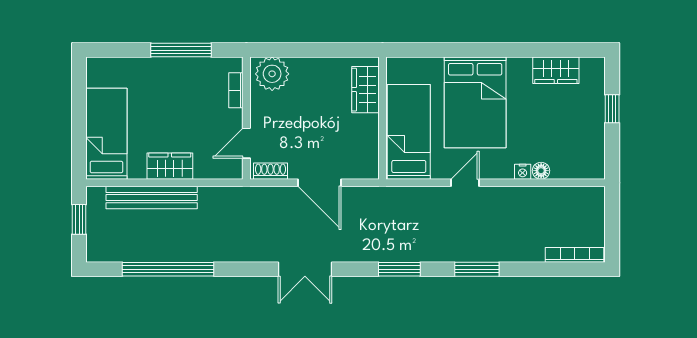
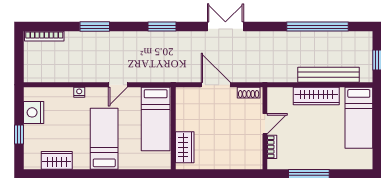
plant: (272, 74) -> (248, 158), removed
bed: (475, 102) -> (104, 139), width x0.67
nightstand: (590, 142) -> (34, 112), added
door: (246, 143) -> (265, 124), moved
wardrobe: (170, 166) -> (316, 96), width x1.50
floor lamp: (541, 171) -> (67, 93), removed
window: (477, 269) -> (95, 27), moved

